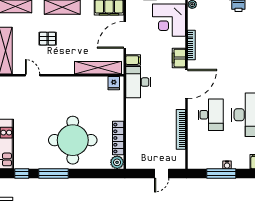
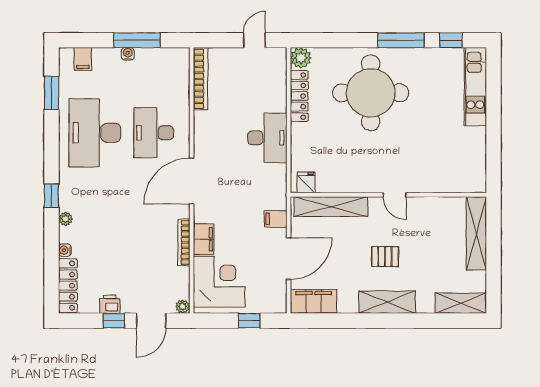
pallet: (48, 39) -> (385, 257), moved
filing cabinet: (179, 58) -> (204, 239), moved
door: (33, 75) -> (395, 195), moved
desk: (138, 82) -> (267, 138), moved
bookcase: (181, 129) -> (201, 79), moved
door: (162, 174) -> (254, 40), moved

